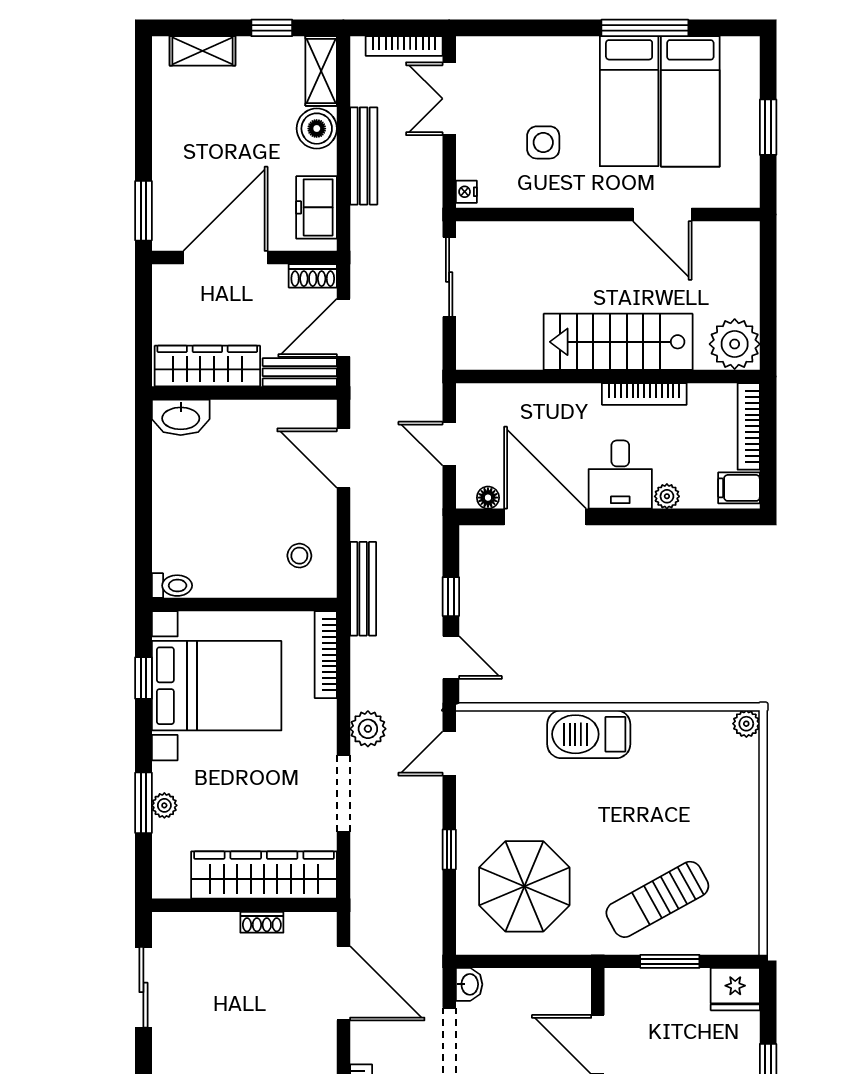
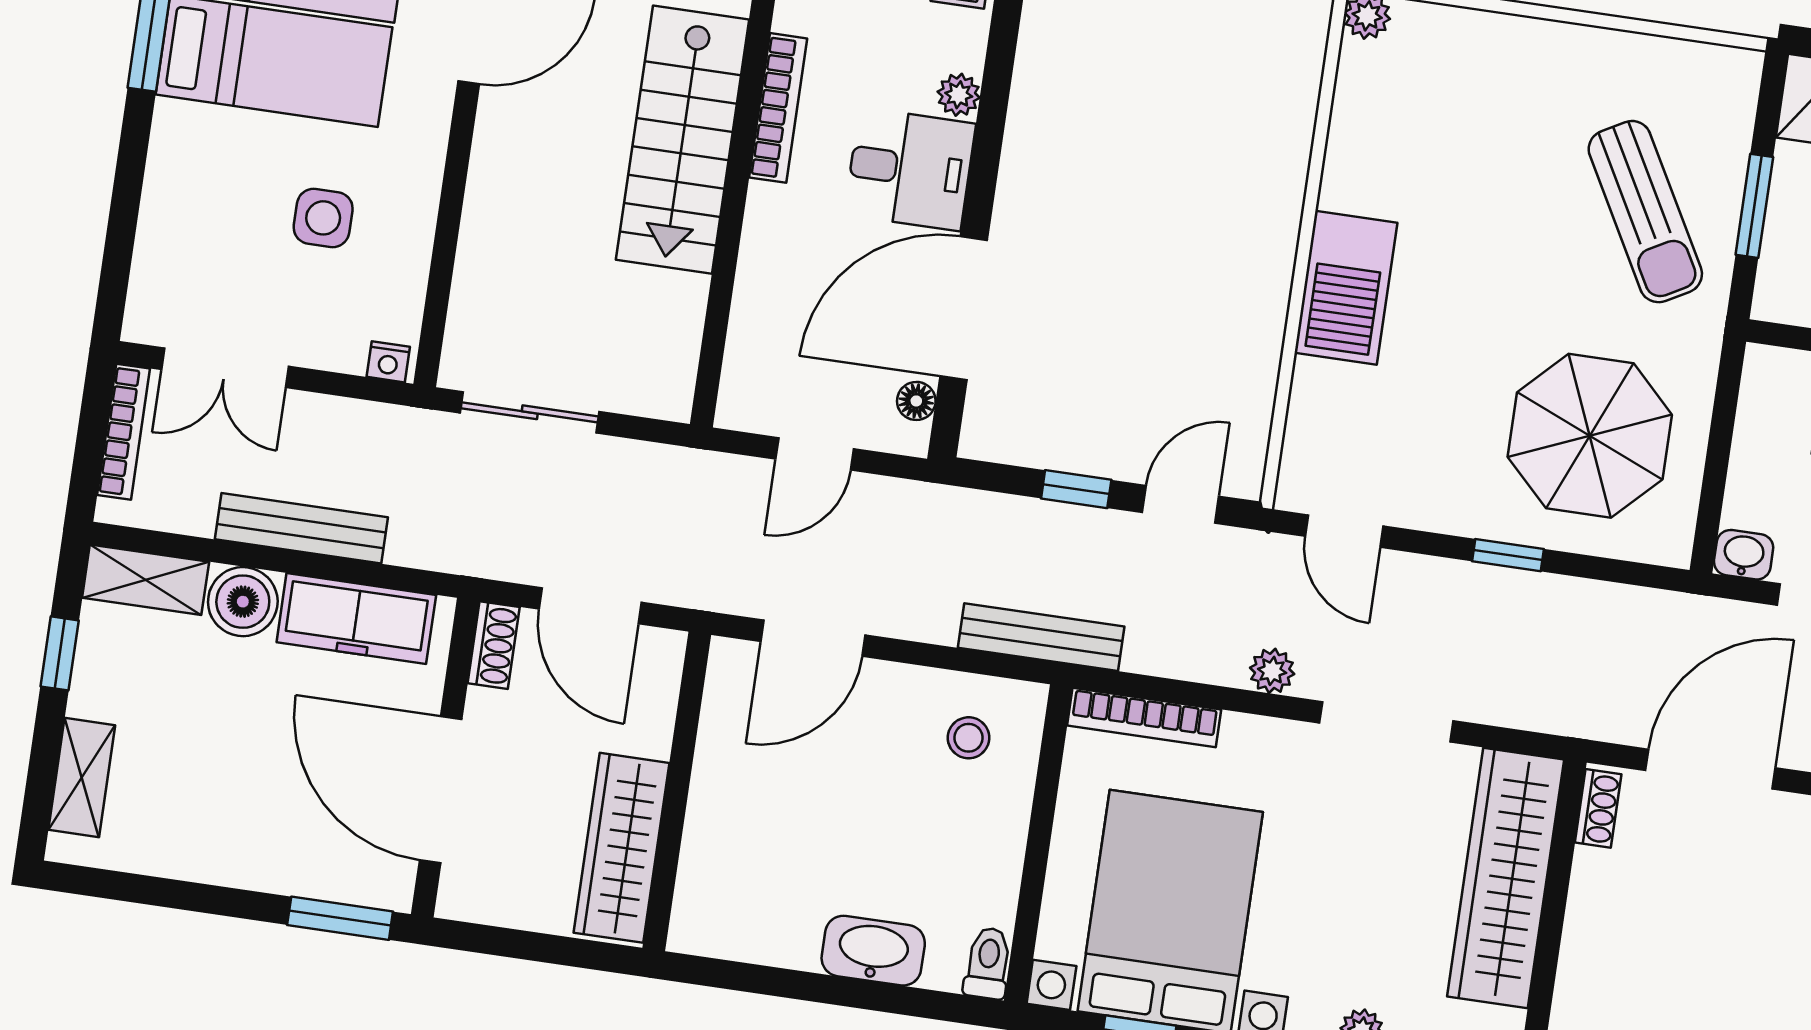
freezer: (317, 207) -> (356, 619), width x1.40
bench: (300, 372) -> (655, 691), removed
washbasin: (181, 417) -> (873, 951), moved, turned -90
plant: (368, 729) -> (1272, 671), width x0.73, depth x0.73
shoe rack: (262, 922) -> (1598, 808), moved

